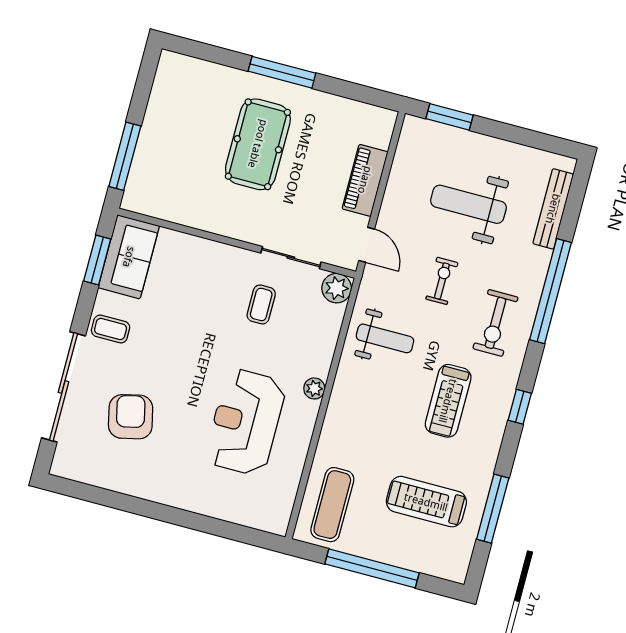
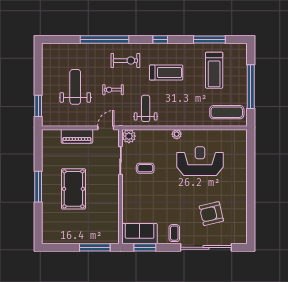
pool table: (258, 144) -> (73, 189), turned 90
weight bench: (468, 204) -> (75, 87), turned 180
bench: (553, 209) -> (67, 48), removed
reception desk: (246, 422) -> (200, 161), turned 180

